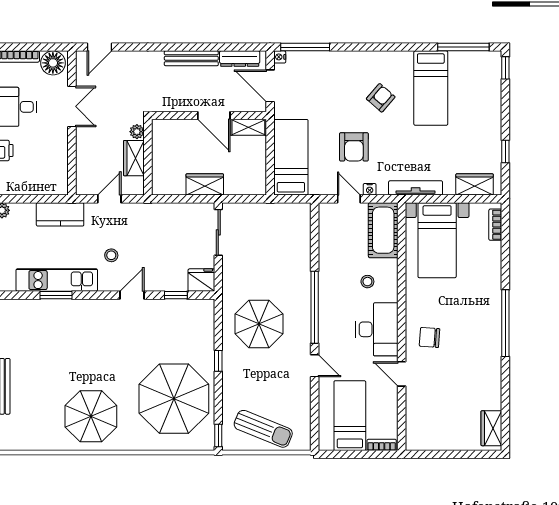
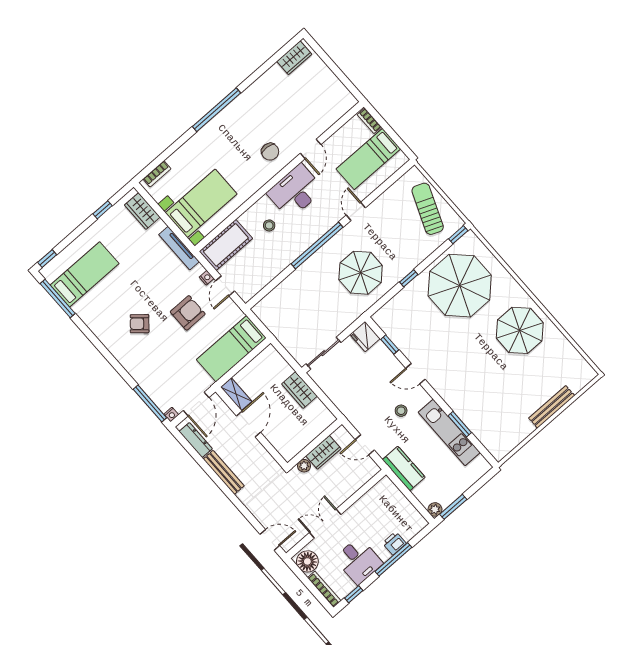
bed: (431, 88) -> (85, 274), moved

